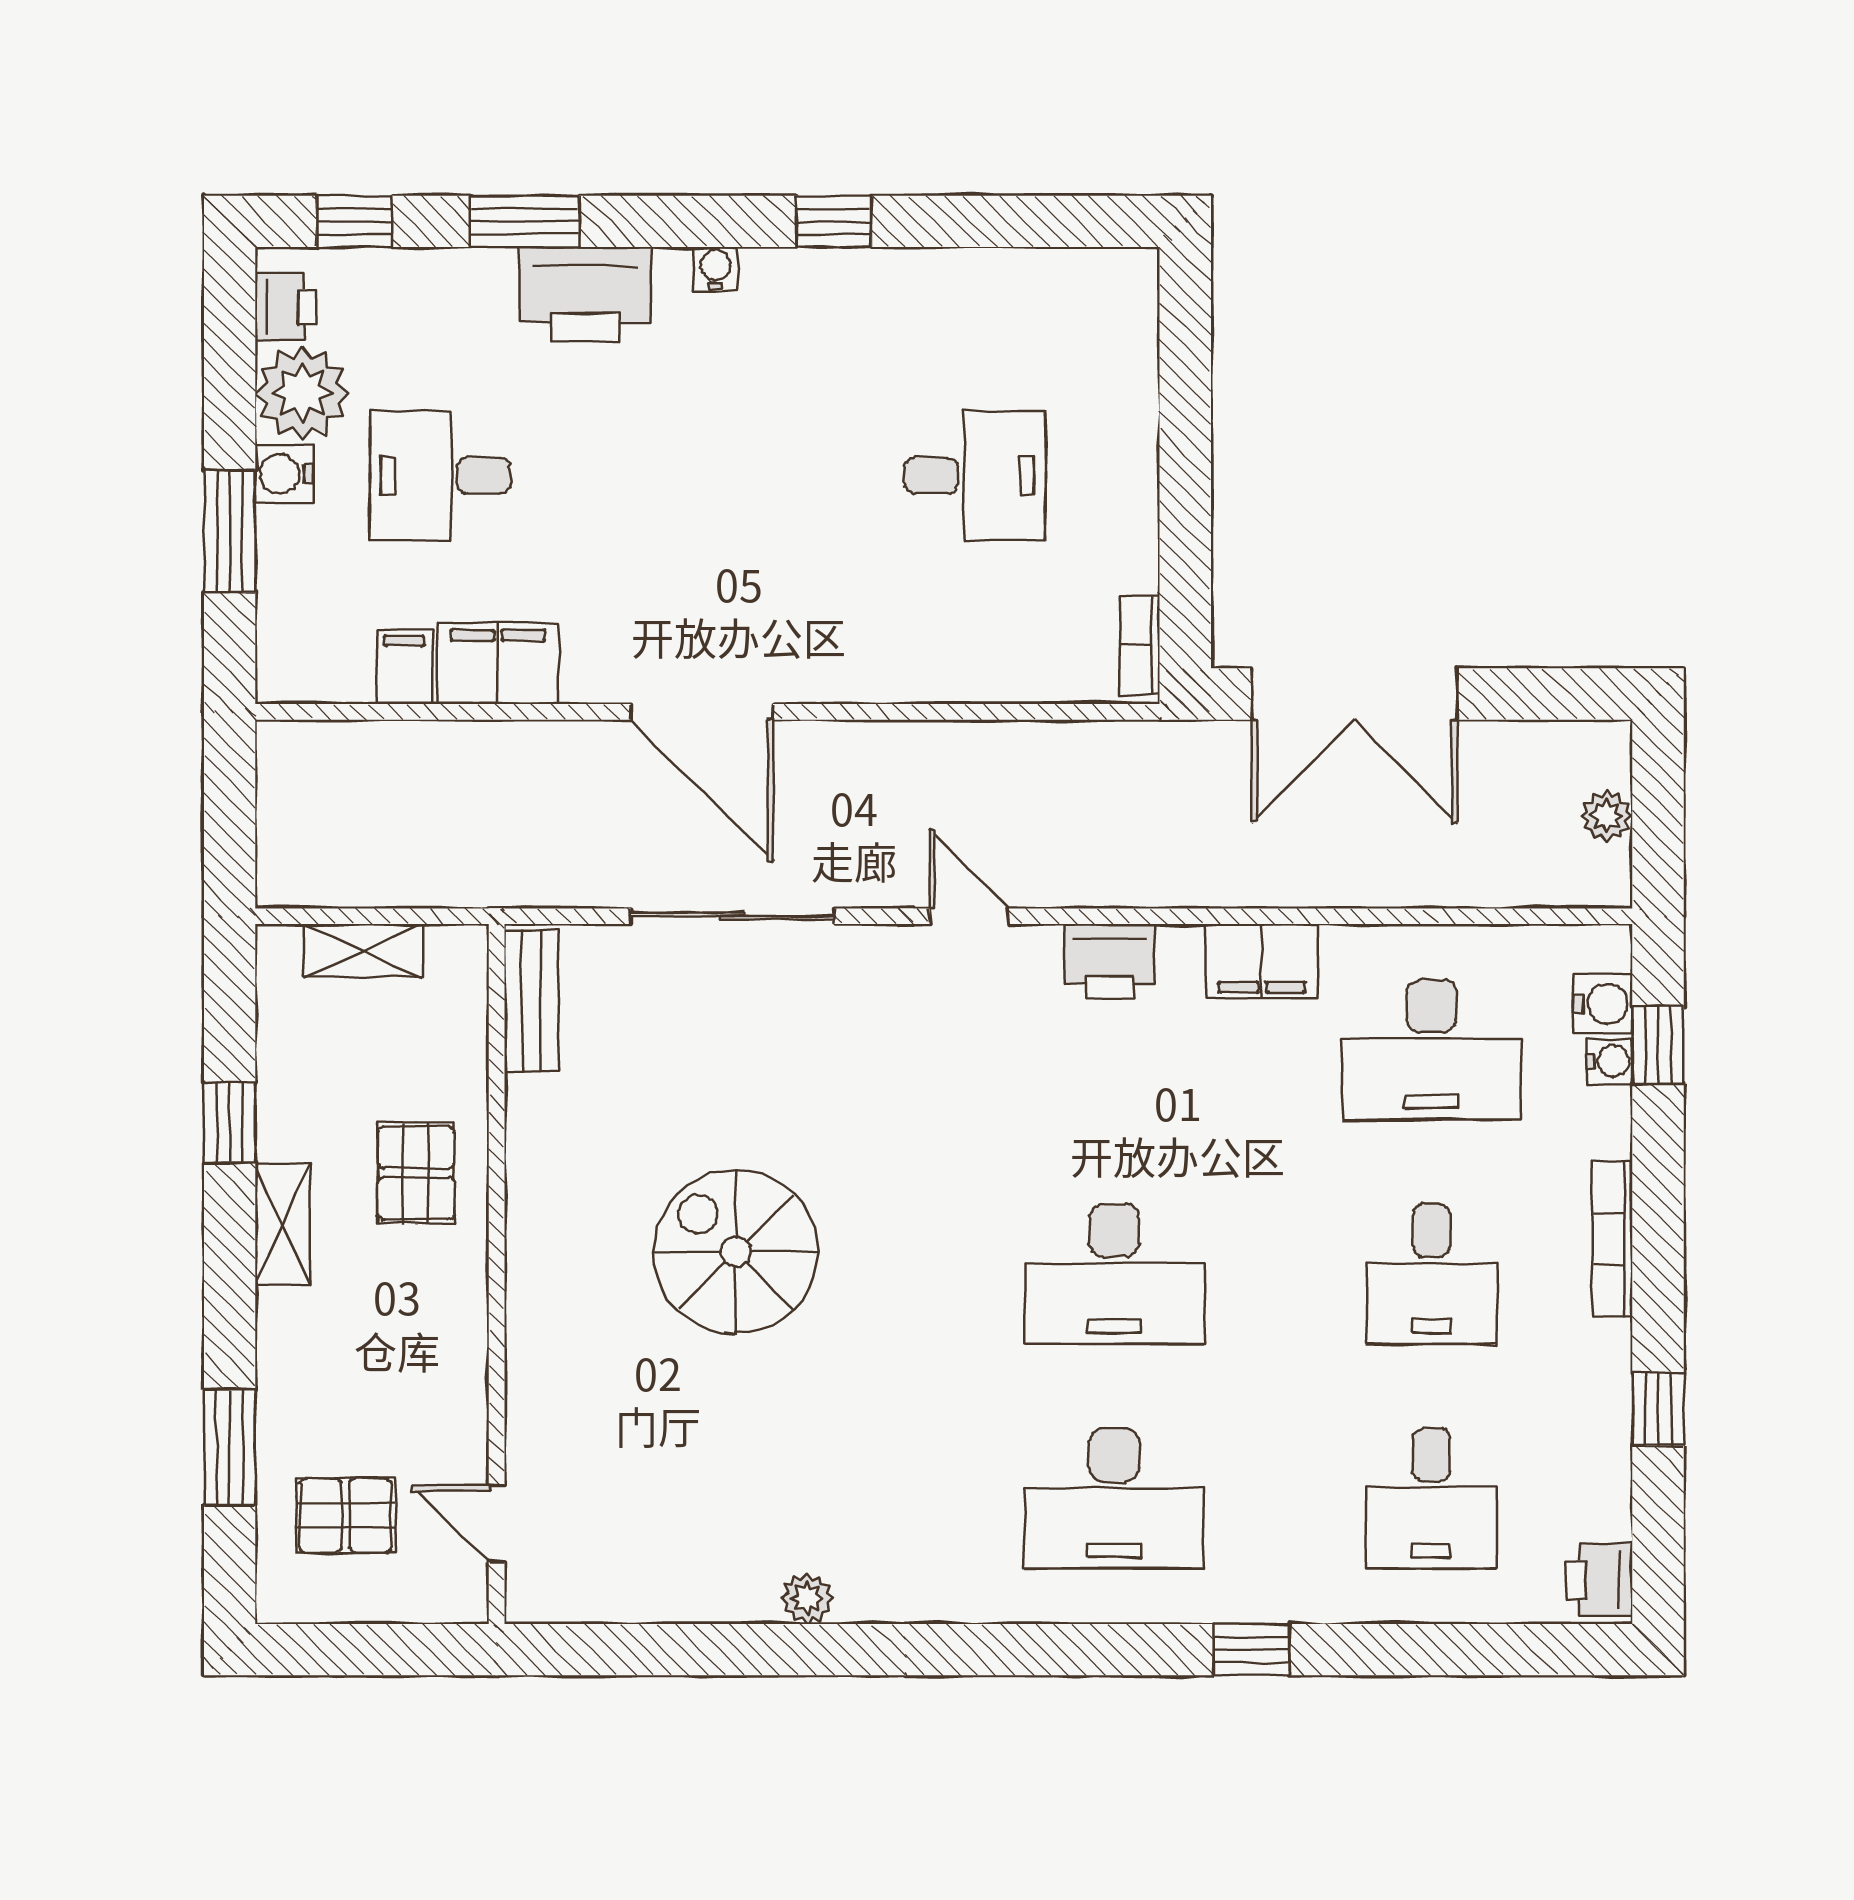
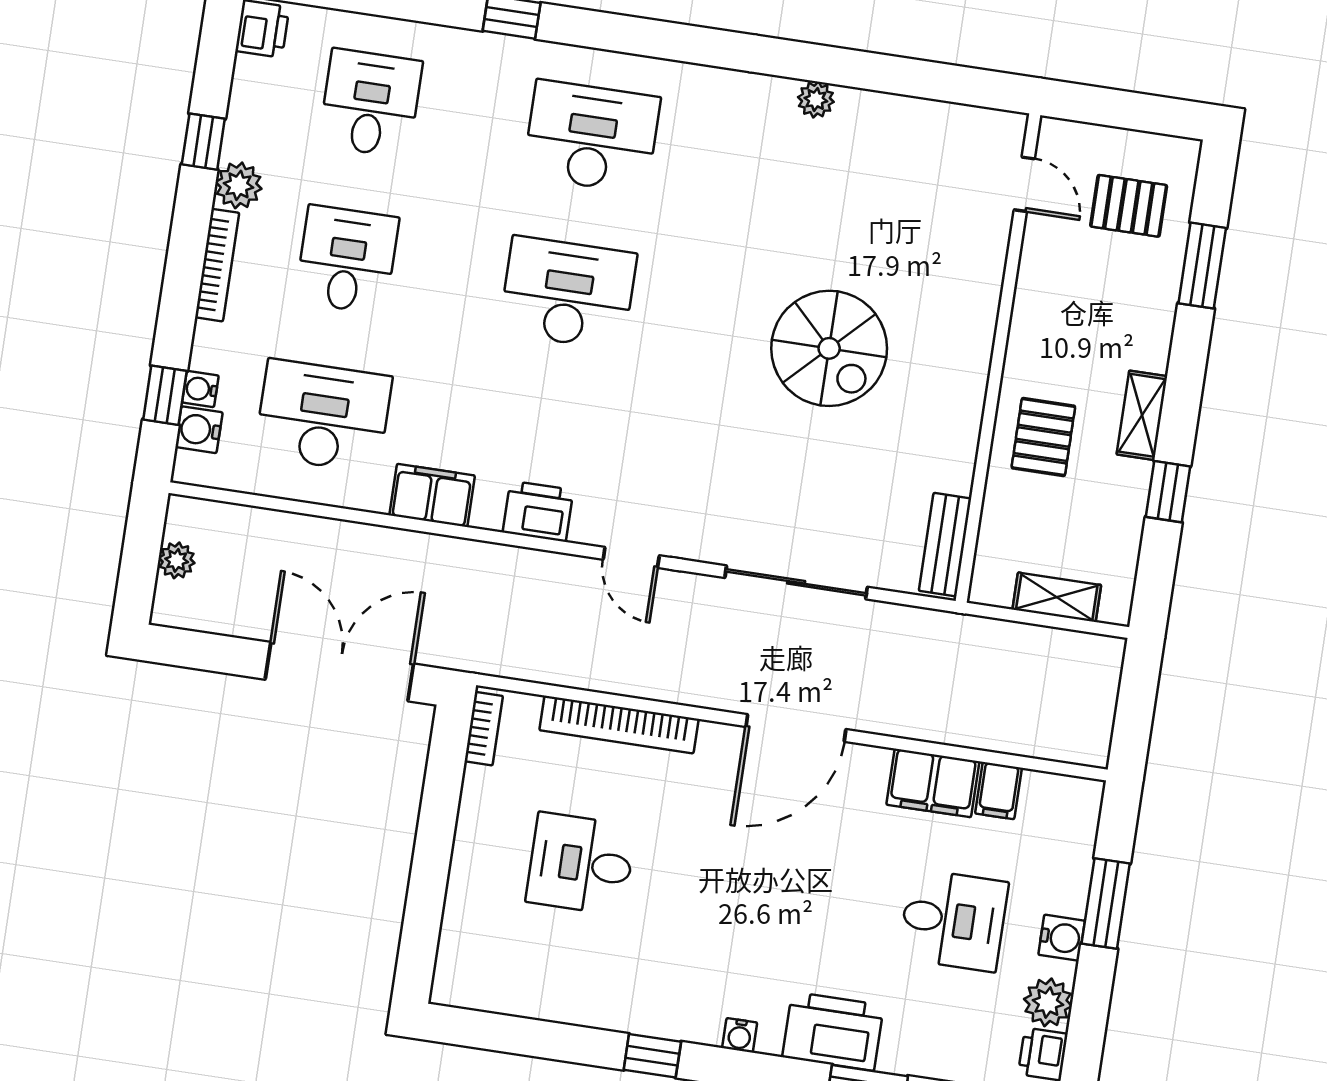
plant: (302, 393) -> (1048, 1002), width x0.73, depth x0.73
bookcase: (951, 679) -> (619, 725), added
door: (702, 712) -> (796, 728), swing flipped
plant: (1599, 1355) -> (239, 185), added

